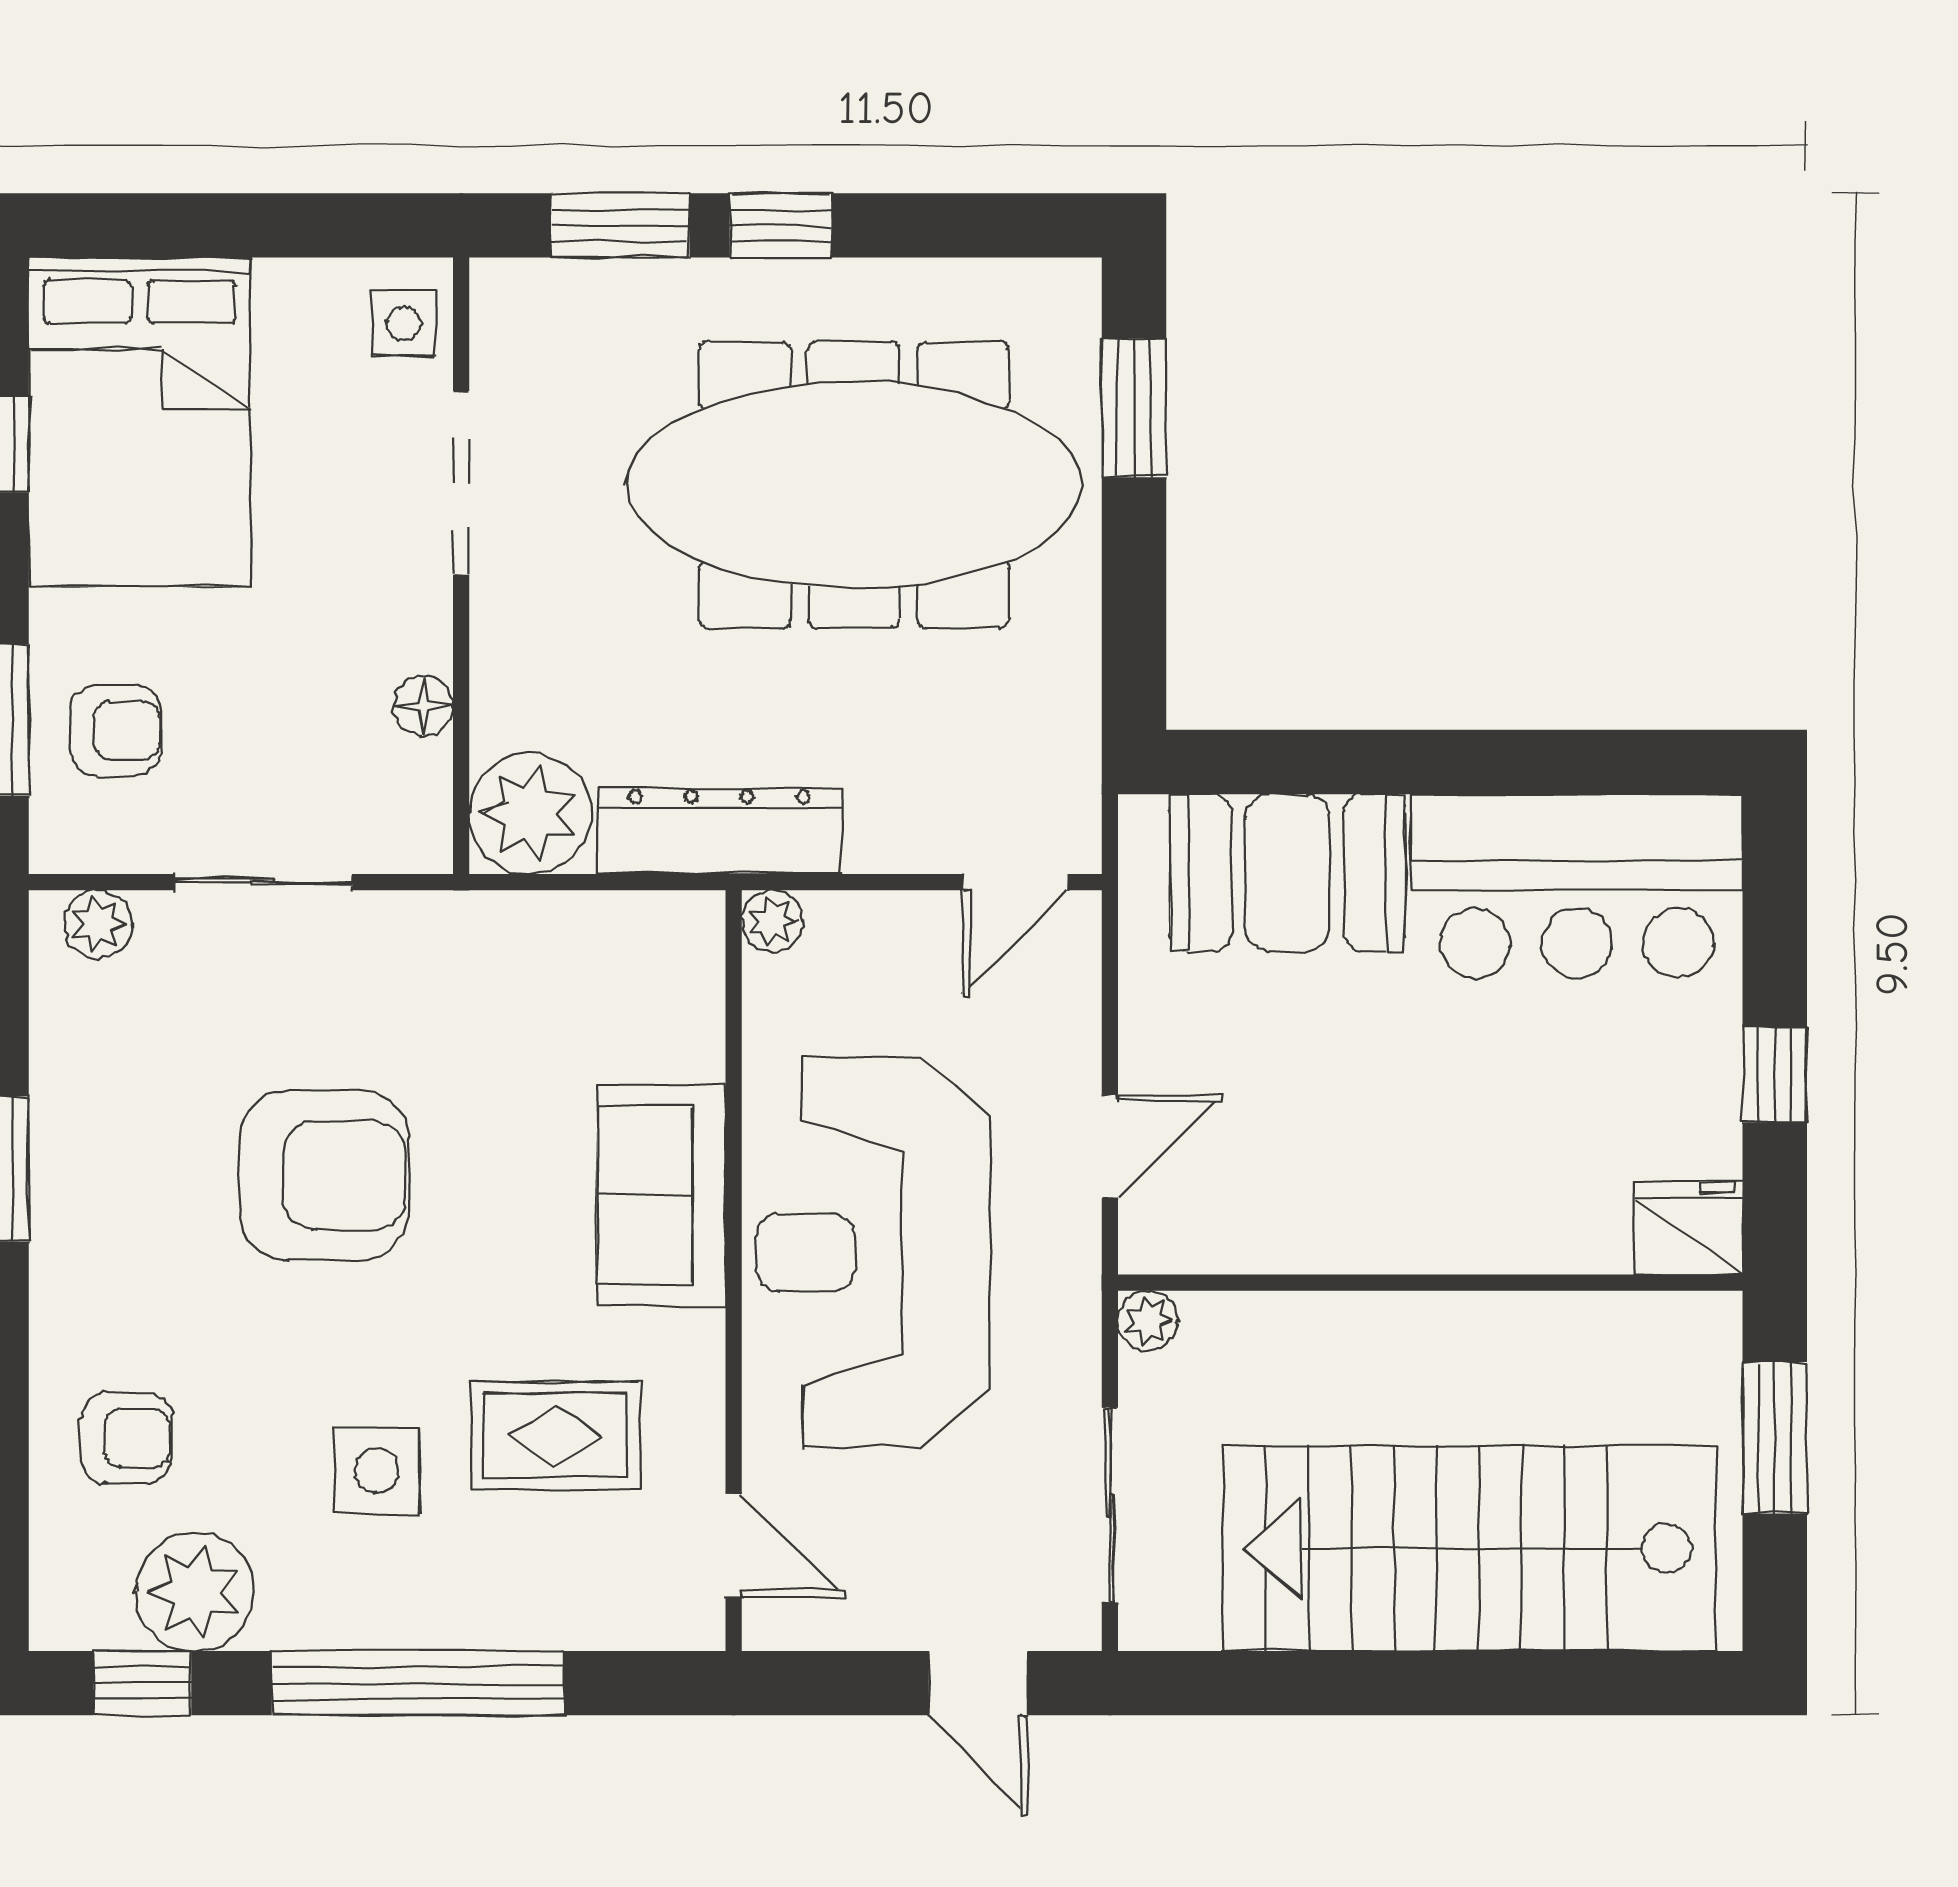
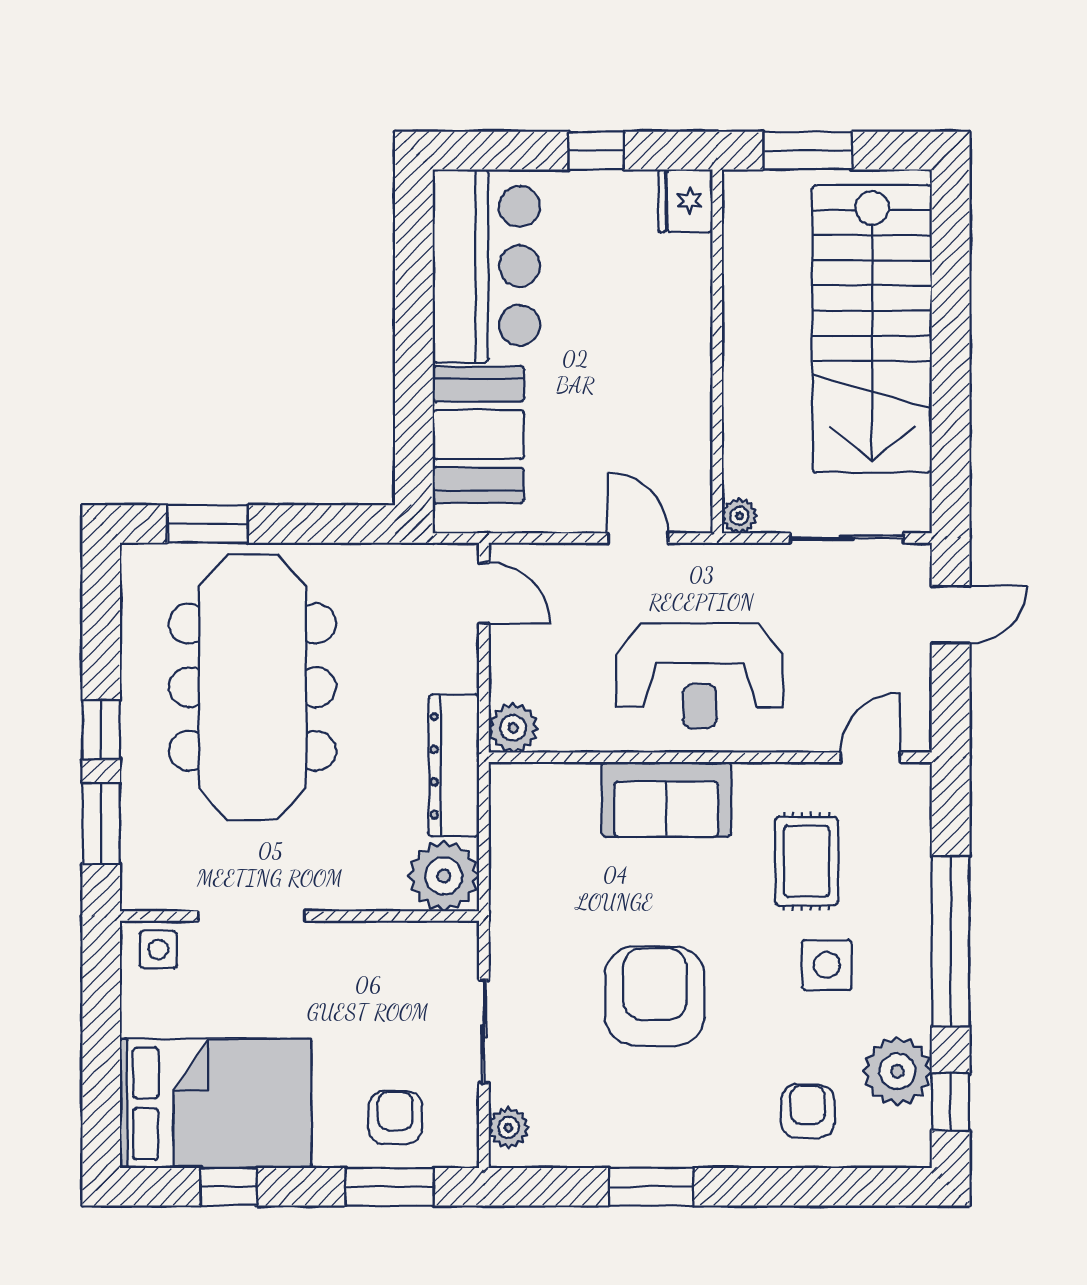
floor lamp: (423, 706) -> (381, 938), removed
plant: (772, 921) -> (513, 728), width x1.38, depth x1.38
reception desk: (873, 1252) -> (700, 676), width x0.74, depth x0.77

